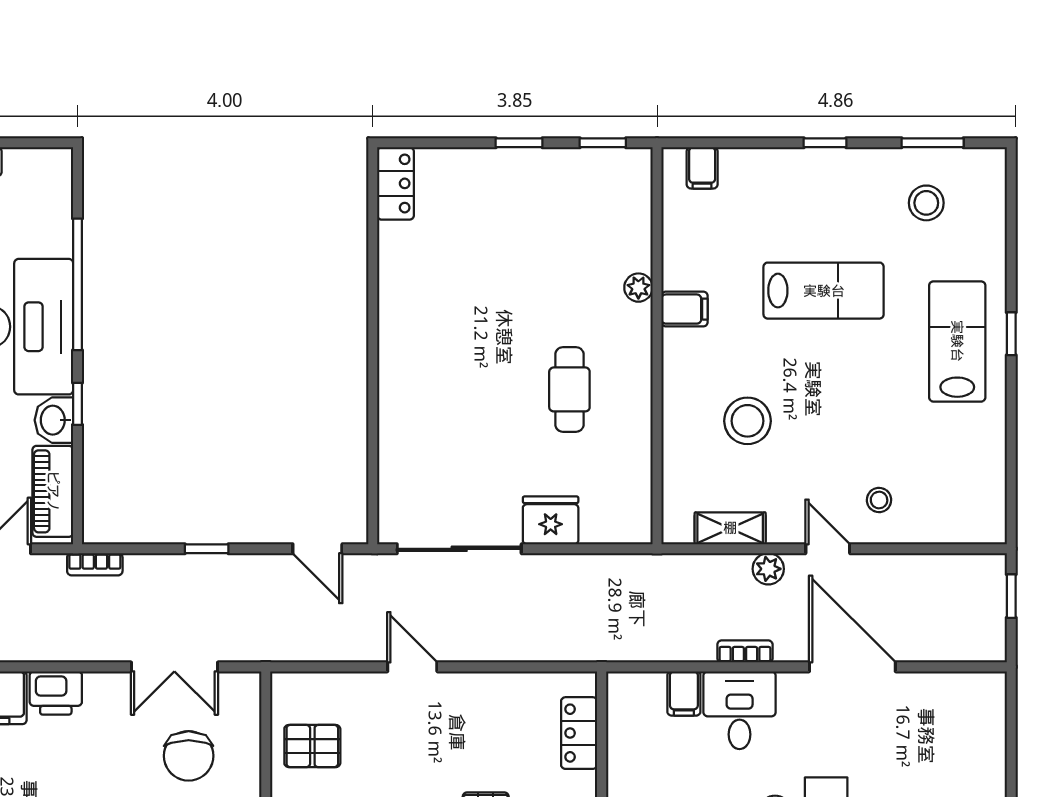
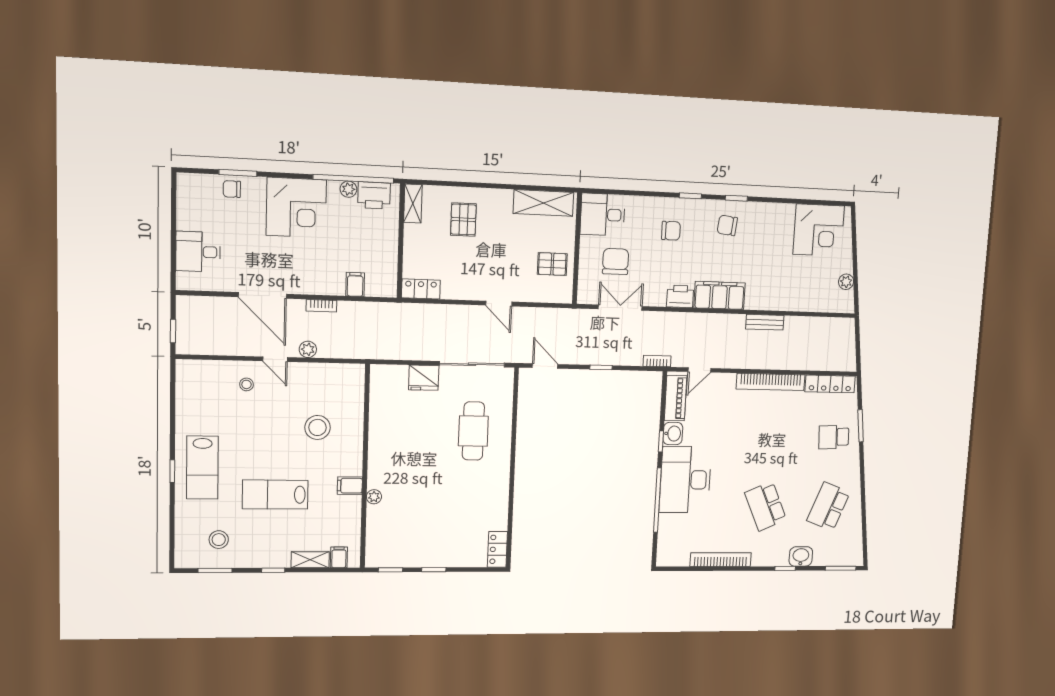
cafe table: (569, 389) -> (473, 431), moved, width x1.37, depth x1.35
shelving: (730, 528) -> (310, 560), moved
desk: (740, 710) -> (198, 252), moved, turned 90
locker: (579, 733) -> (421, 289), moved, turned -90

